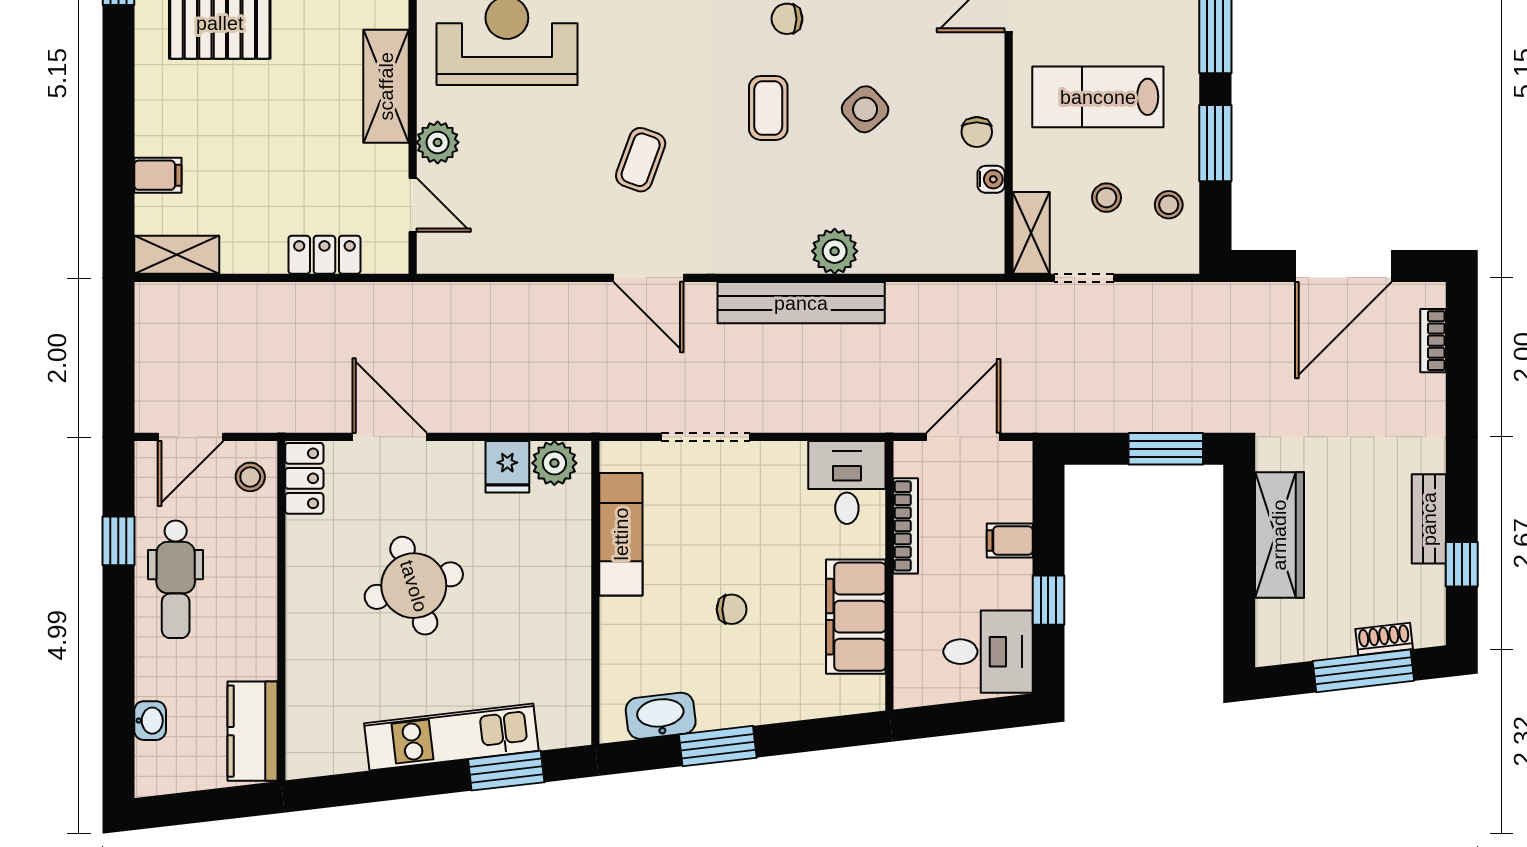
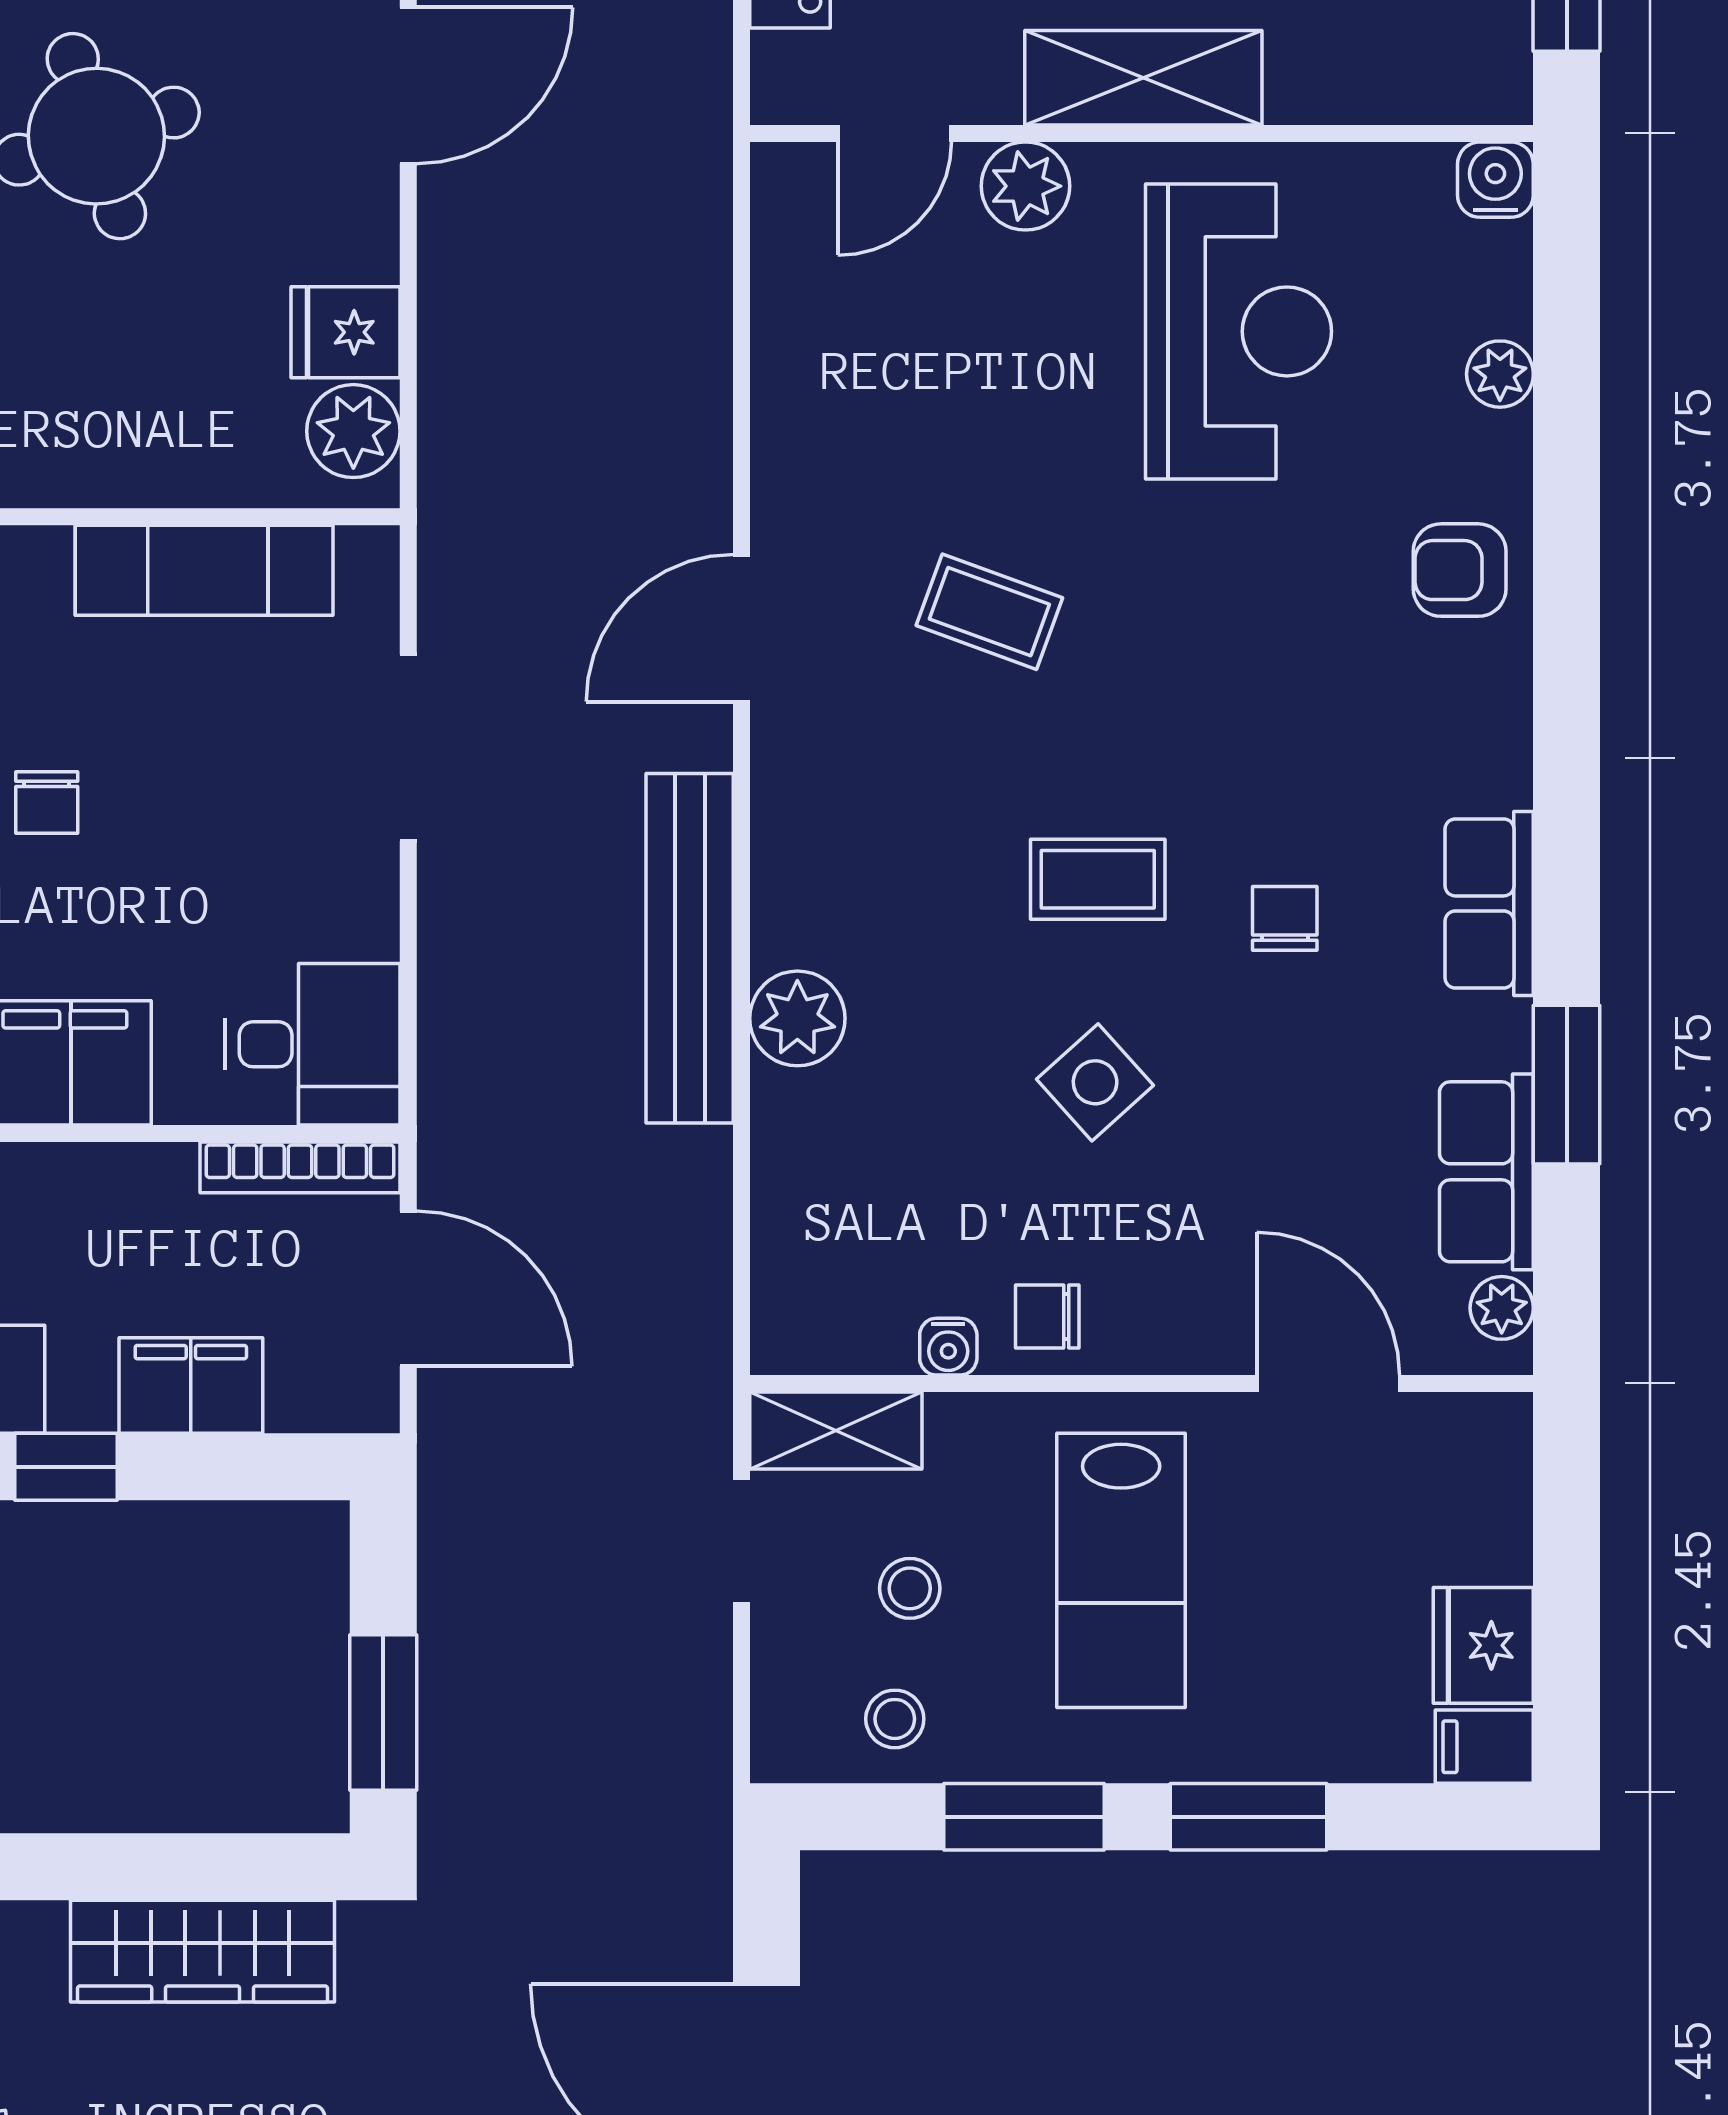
lab bench: (1098, 97) -> (1121, 1570), turned 180
bookcase: (906, 526) -> (300, 1167), moved
filing cabinet: (1010, 541) -> (191, 1386), width x2.00

